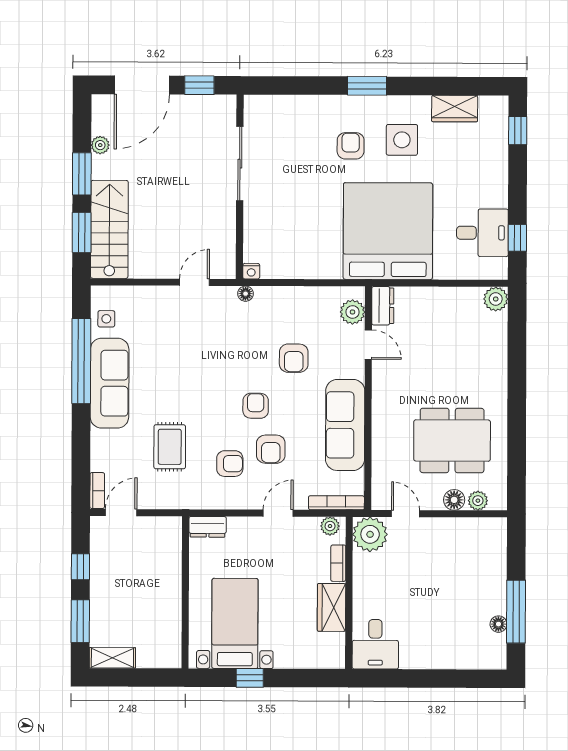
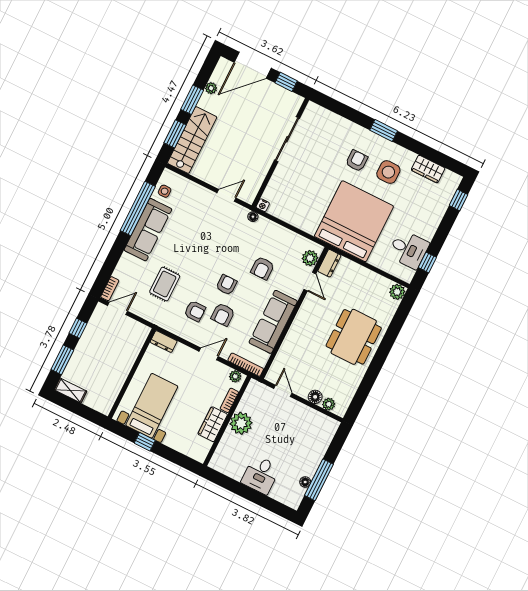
dining table: (452, 441) -> (354, 337), moved, turned 90
plant: (370, 534) -> (241, 423), moved
desk: (375, 644) -> (261, 475), moved

